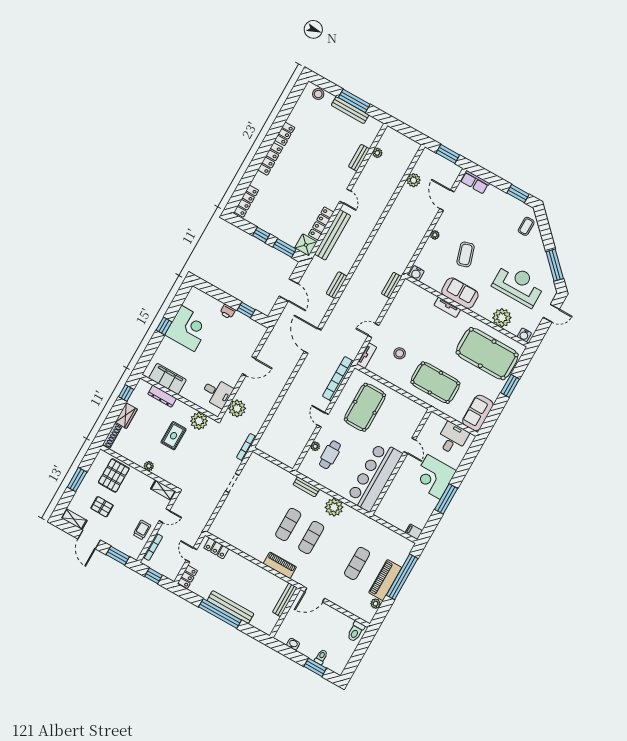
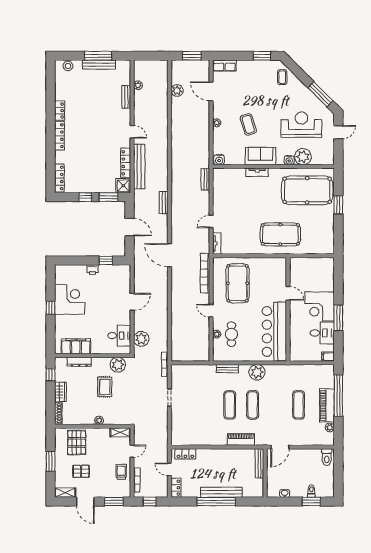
water cooler: (524, 335) -> (289, 160), moved
stool: (400, 353) -> (241, 228), removed
sofa: (478, 413) -> (326, 239), removed
desk: (452, 438) -> (322, 333), moved, turned 90

